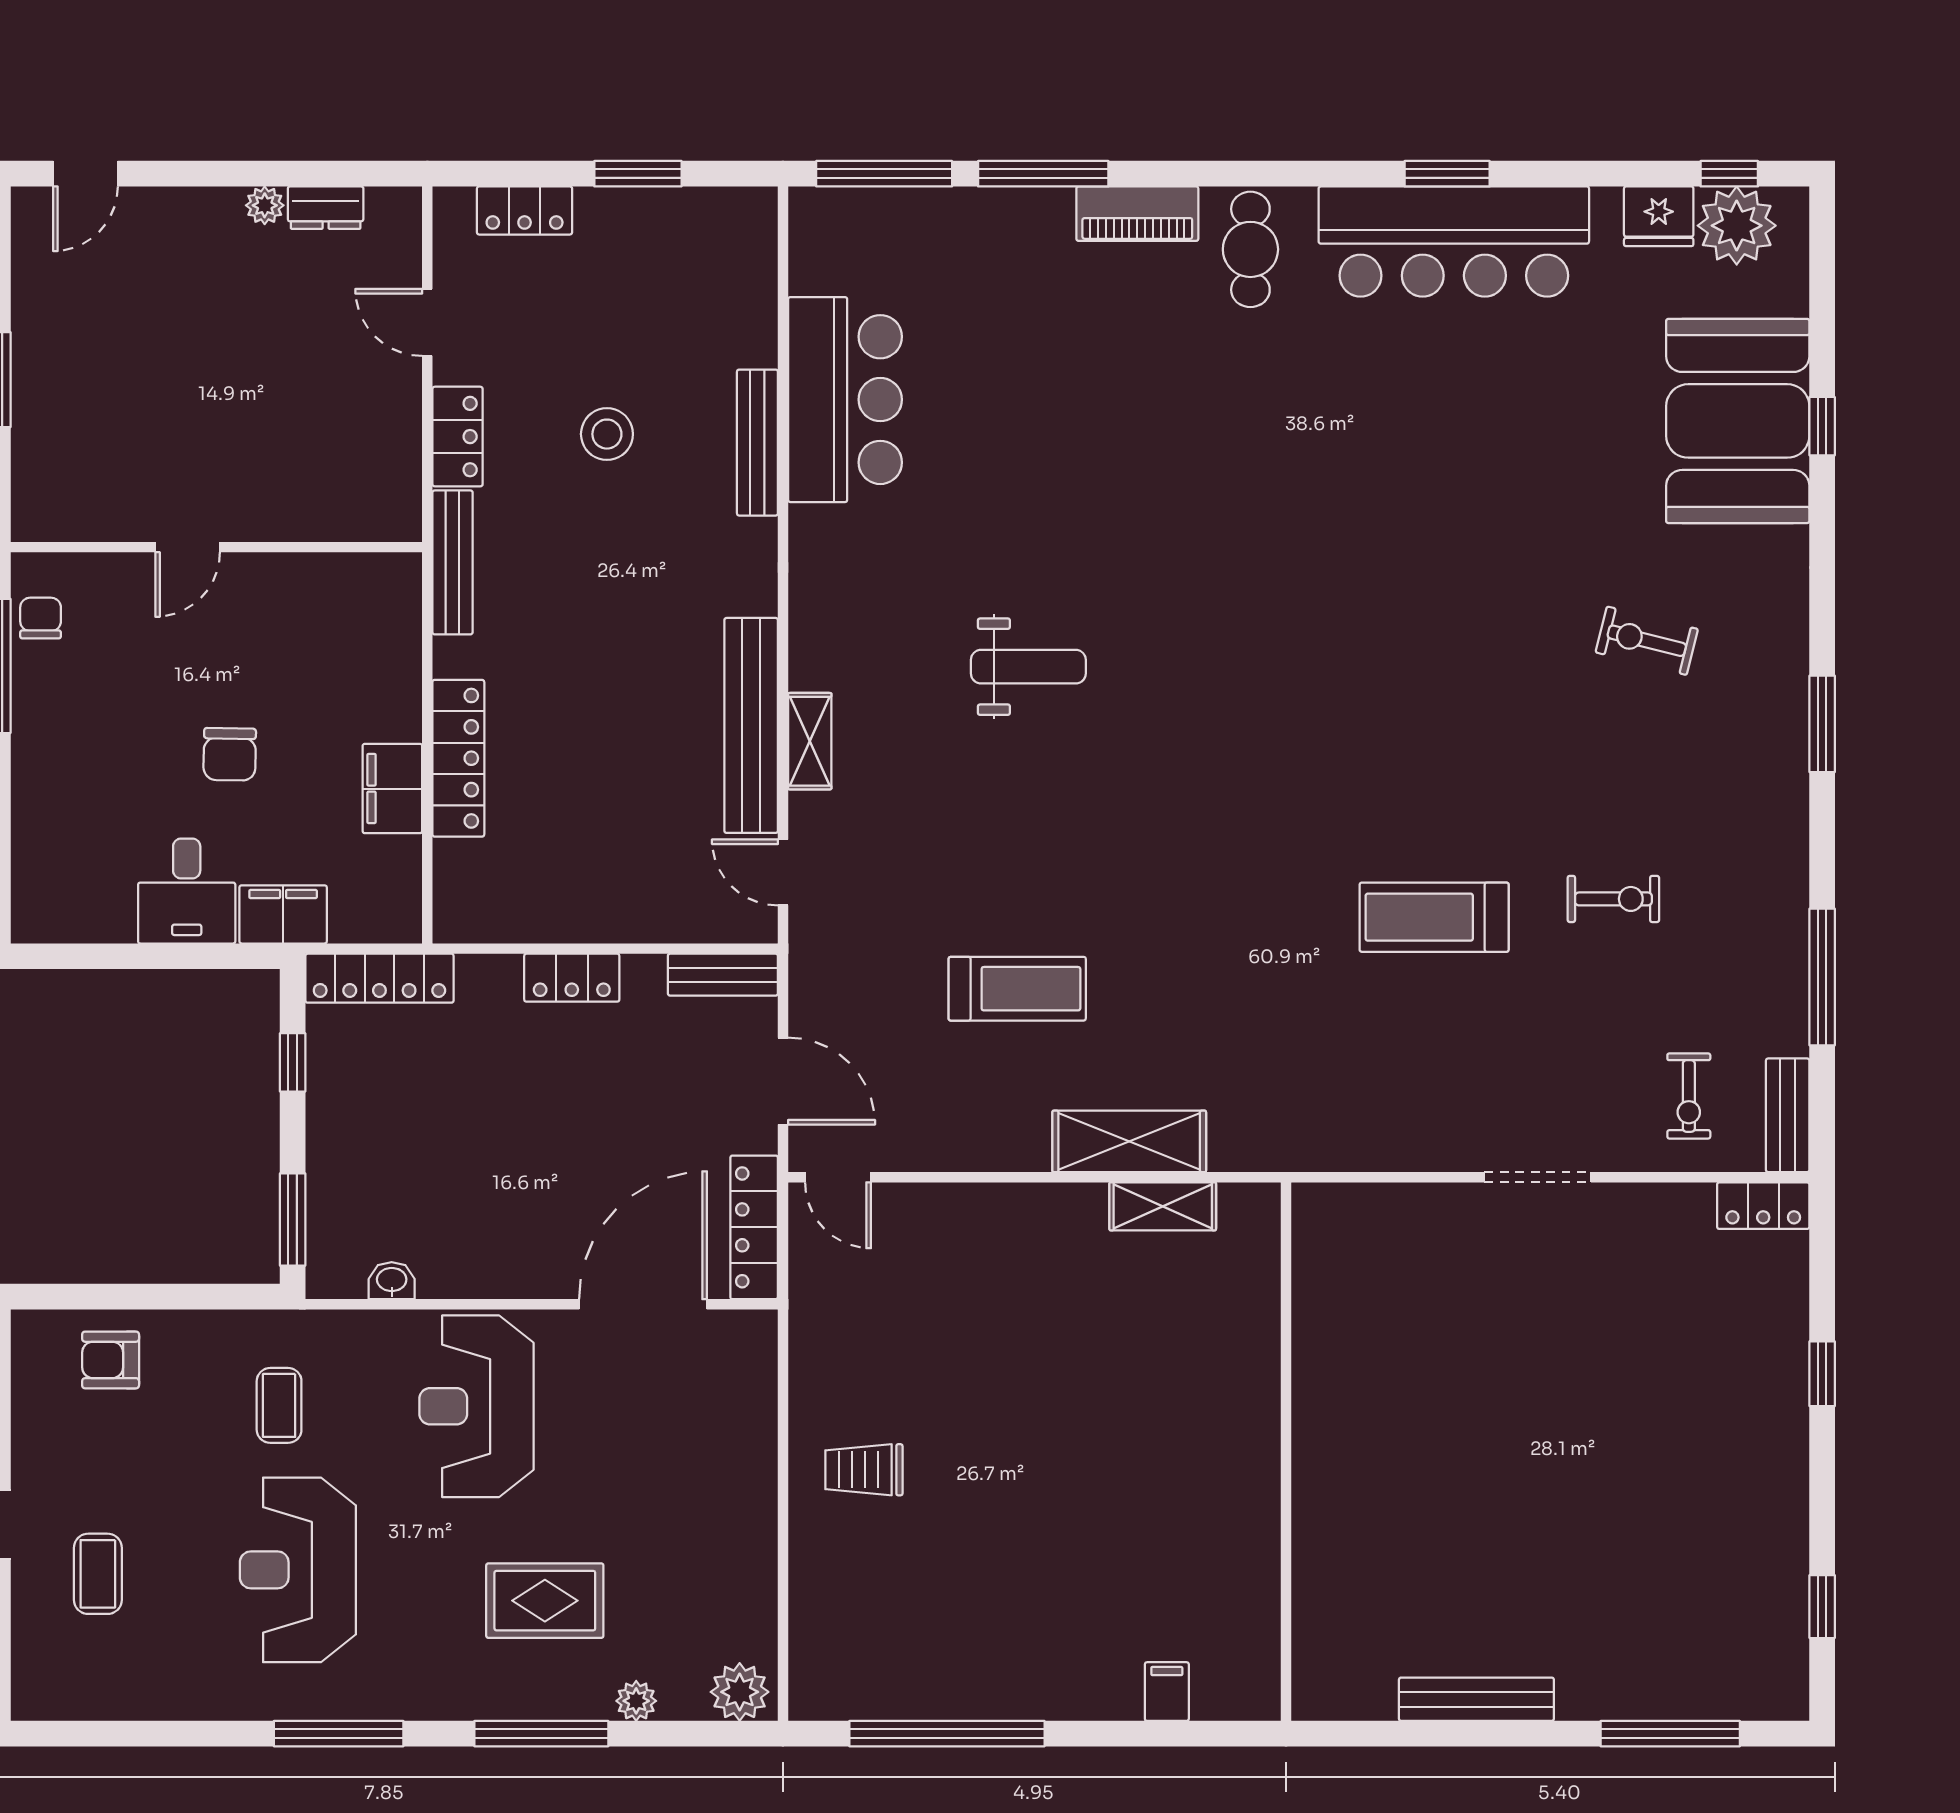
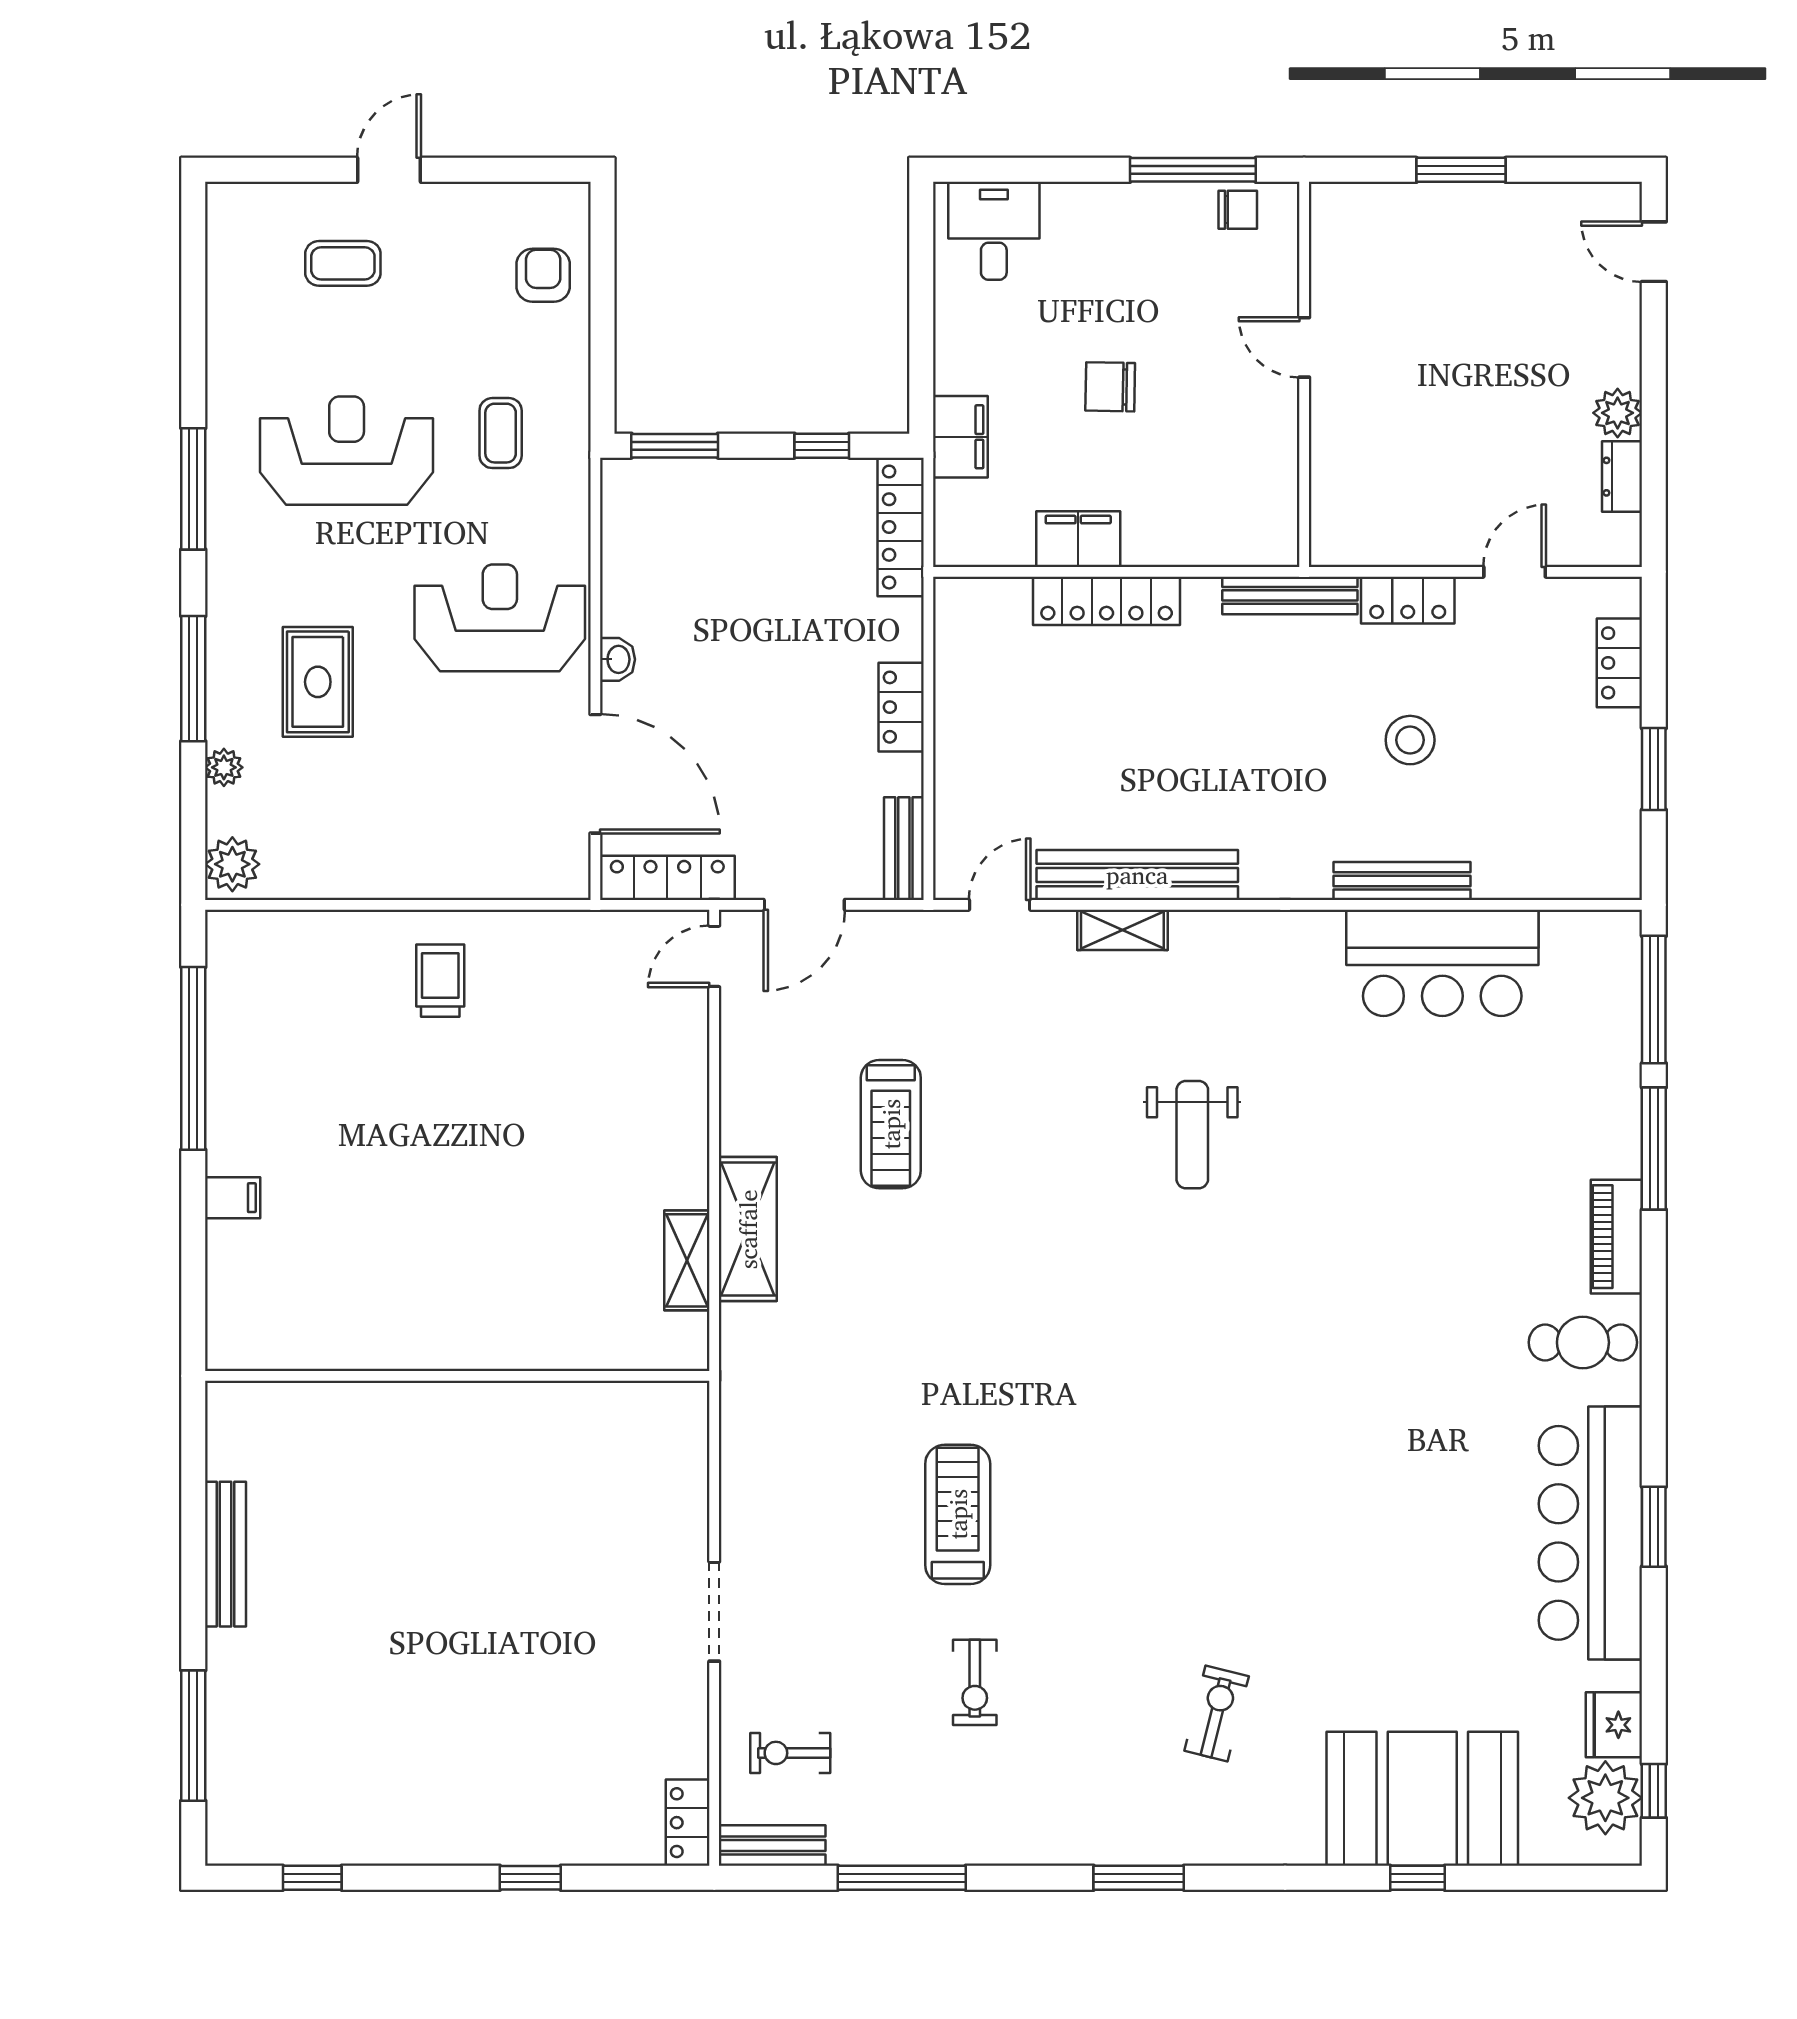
plant: (265, 205) -> (1618, 413), width x1.37, depth x1.37
desk: (187, 891) -> (994, 231), moved, turned 90
washbasin: (392, 1281) -> (617, 659), moved
coffee table: (279, 1405) -> (501, 433), turned 90
filing cabinet: (1167, 1692) -> (233, 1198), moved

